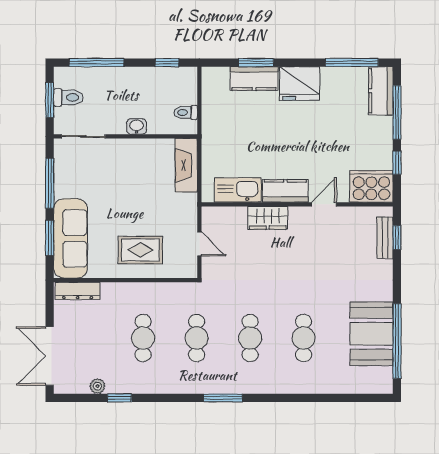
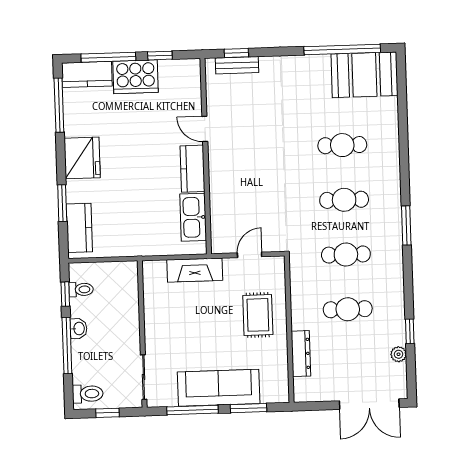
window: (96, 63) -> (67, 346), moved
kitchen counter: (254, 78) -> (79, 228), moved
toilet: (68, 97) -> (88, 394), moved, turned 90
window: (50, 100) -> (108, 413), width x0.67
toilet: (186, 112) -> (81, 289), moved, turned -90
washbasin: (137, 126) -> (79, 329), moved, turned 180
fireplace: (186, 165) -> (195, 270), moved
cooker: (371, 186) -> (136, 77), moved, turned -90
wardrobe: (268, 218) -> (221, 186), removed
sofa: (71, 238) -> (219, 388), moved
dresser: (78, 291) -> (301, 354), moved
booth: (372, 334) -> (364, 75), moved

